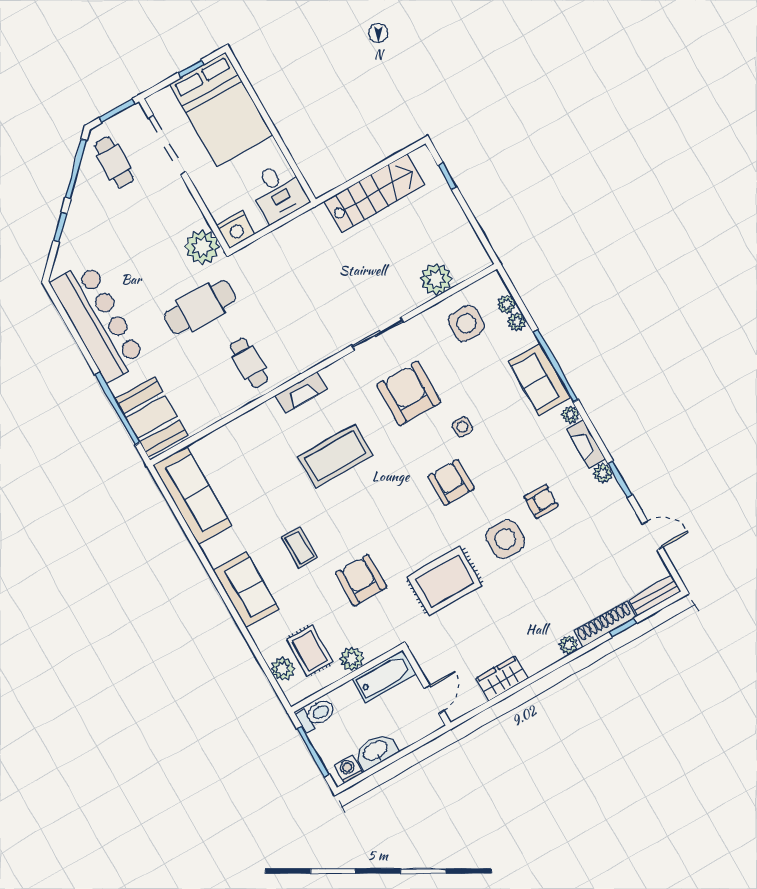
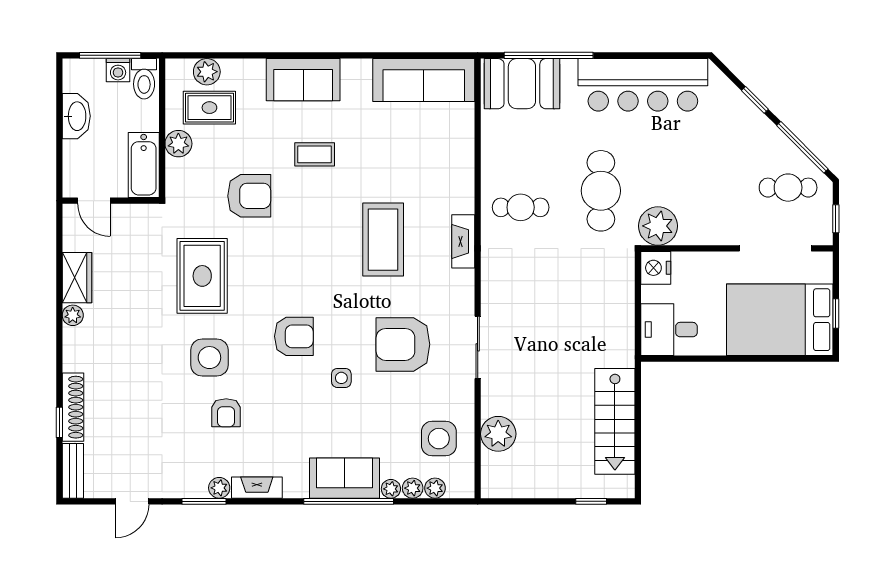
window: (117, 111) -> (836, 219), width x0.67
armchair: (409, 393) -> (403, 344), turned 180
plant: (570, 415) -> (391, 489), moved
plant: (569, 645) -> (73, 315), moved
washing machine: (348, 769) -> (118, 70), moved, turned 90

